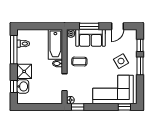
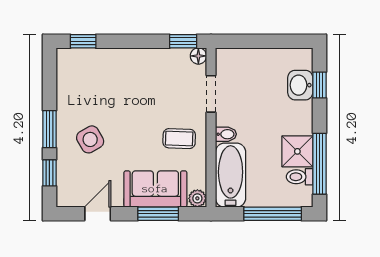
window: (36, 26) -> (273, 214), added
shower: (24, 71) -> (297, 151), moved
corner sofa: (113, 89) -> (107, 79), removed

